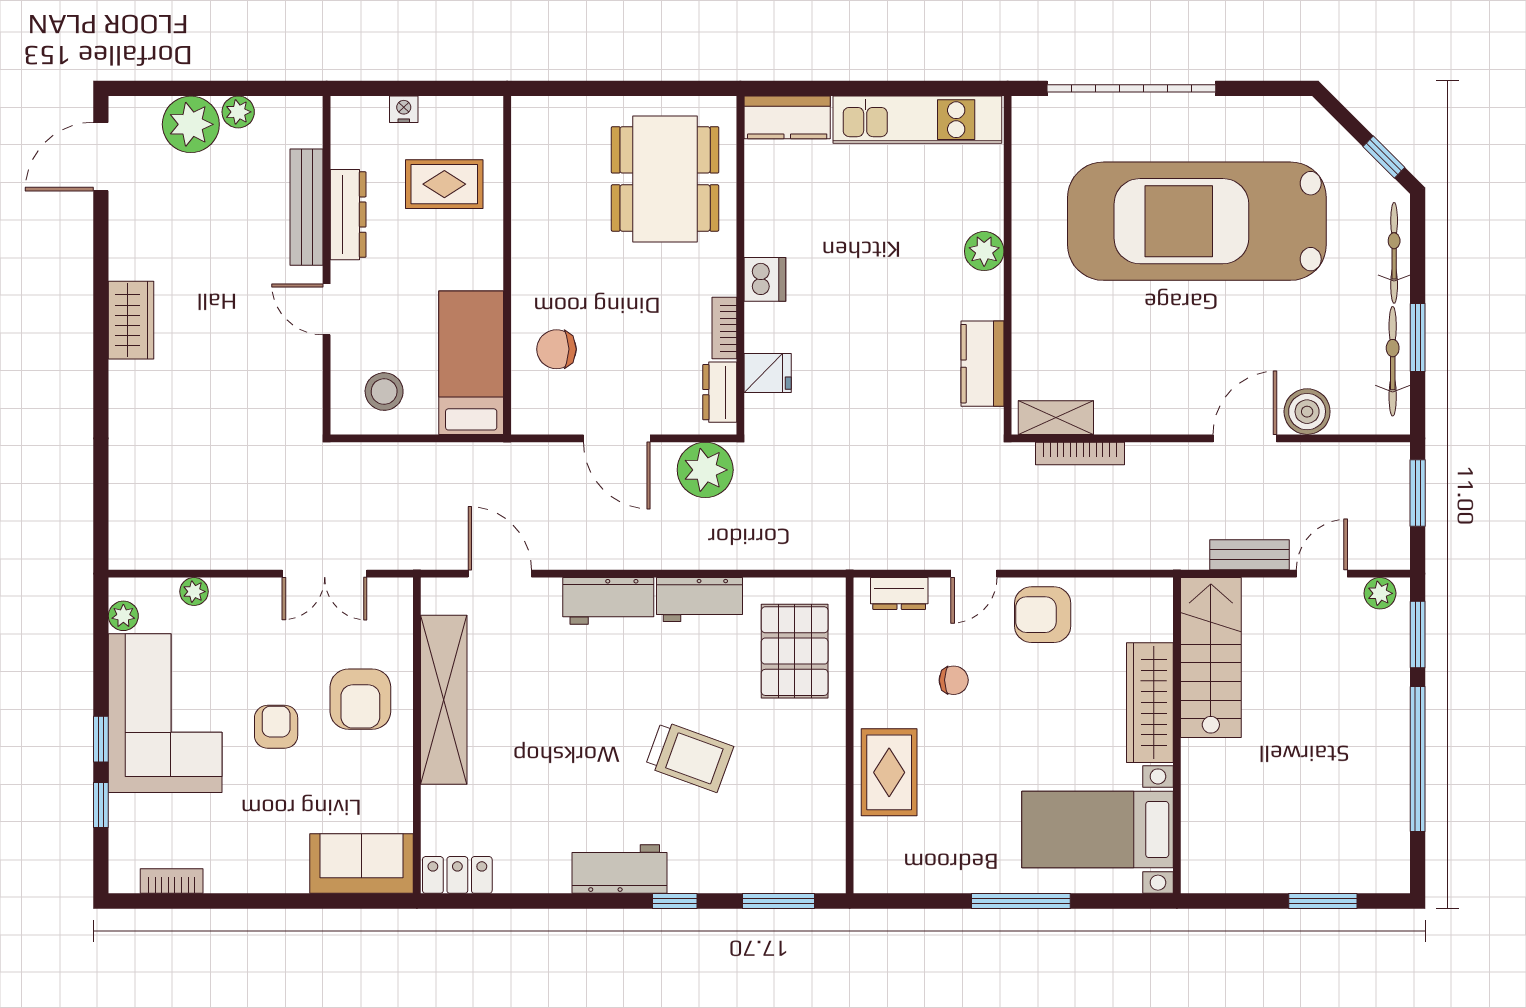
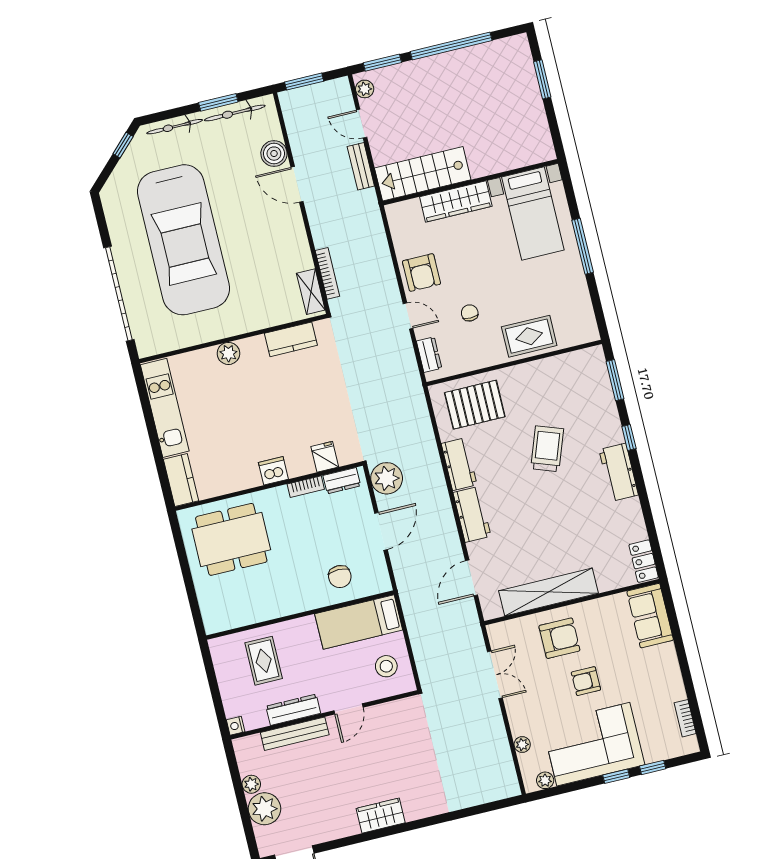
nightstand: (404, 109) -> (236, 726), moved

